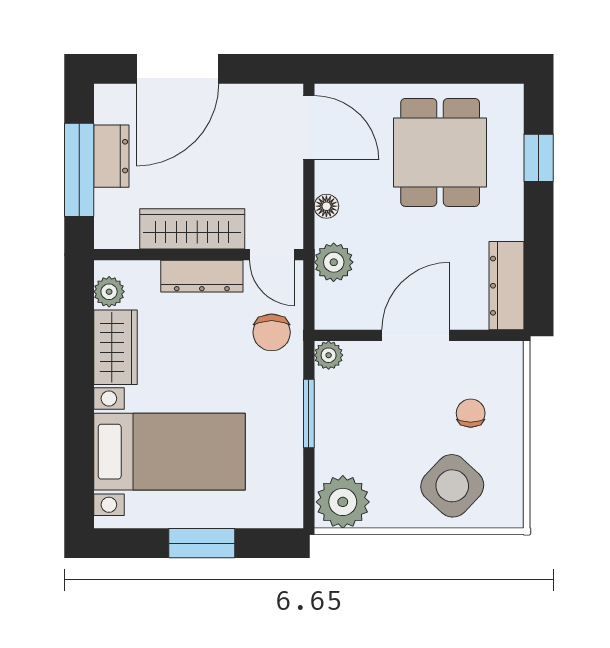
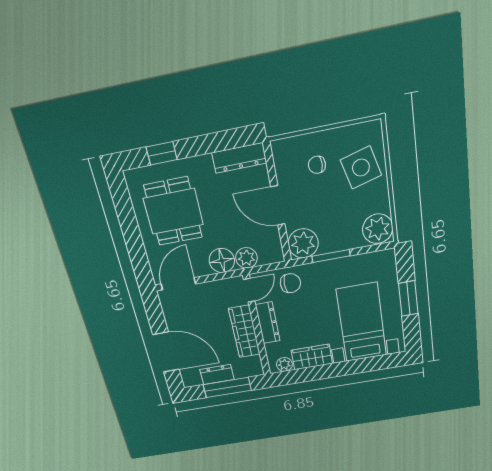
dining table: (440, 152) -> (173, 211), turned 90
floor lamp: (326, 206) -> (222, 261), width x1.89, depth x1.89
plant: (329, 355) -> (303, 243), width x1.87, depth x1.87
side table: (452, 486) -> (361, 168), turned 32

